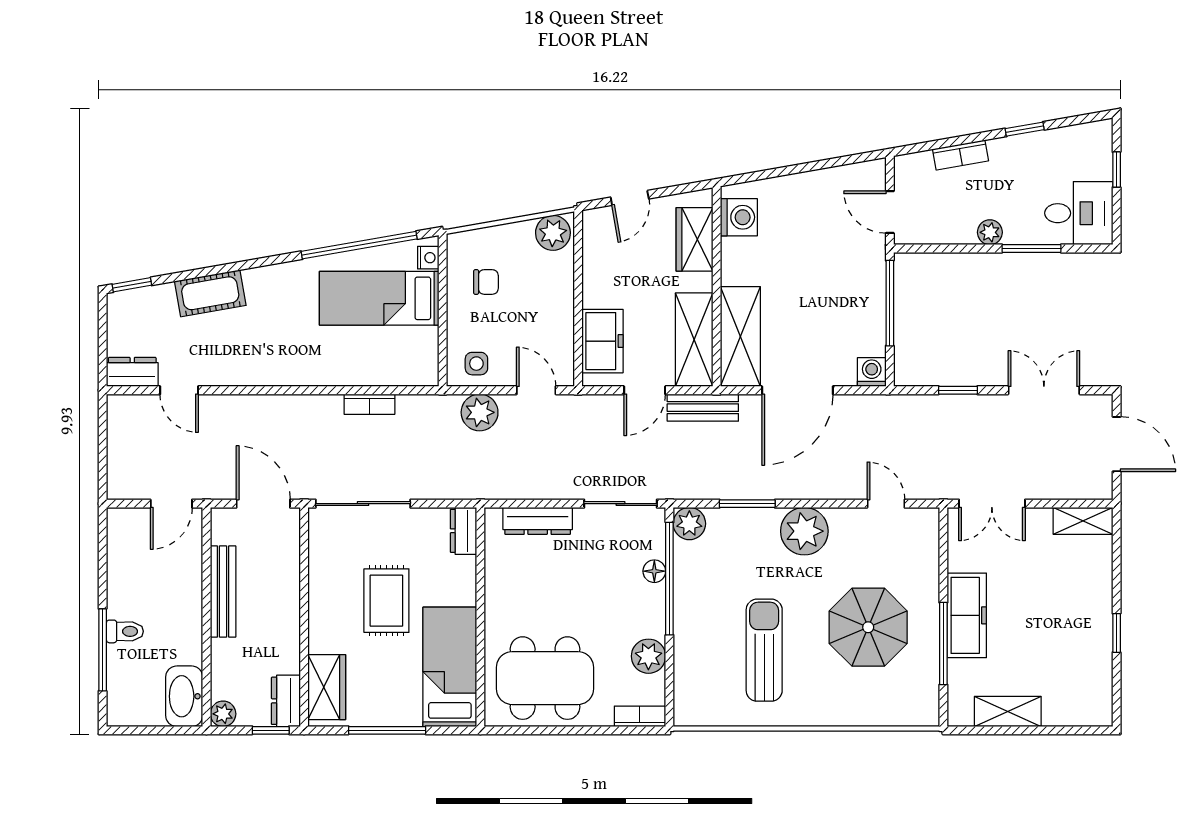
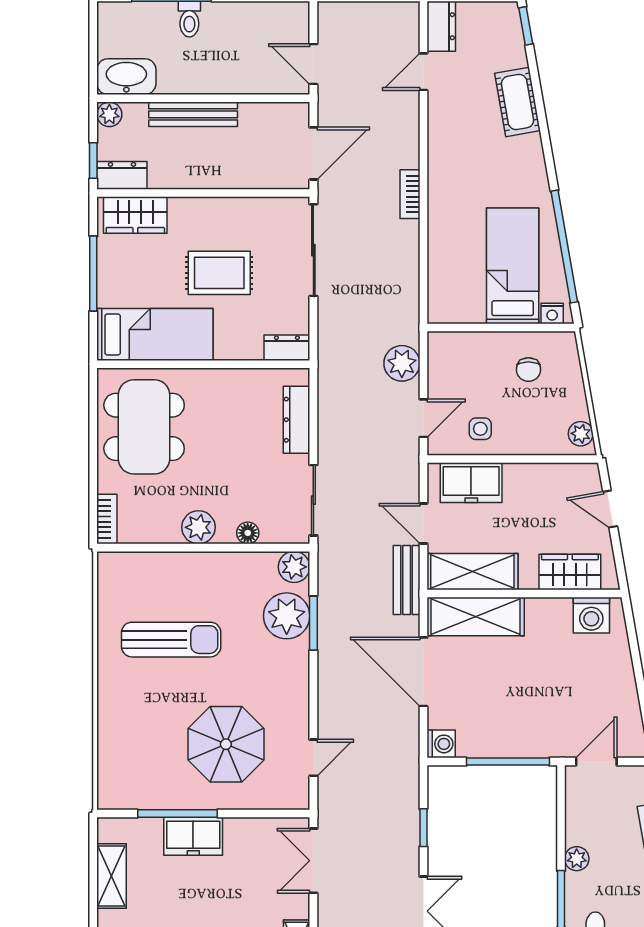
plant: (553, 233) -> (581, 434), width x0.73, depth x0.73
side table: (476, 364) -> (480, 429), moved
bookcase: (369, 404) -> (410, 194), moved
plant: (804, 531) -> (287, 616), moved
window: (669, 579) -> (241, 548), removed
bench: (223, 592) -> (193, 114), moved
freezer: (967, 615) -> (193, 836), width x0.71
parasol: (868, 627) -> (226, 744), moved
plant: (648, 656) -> (198, 527), moved

